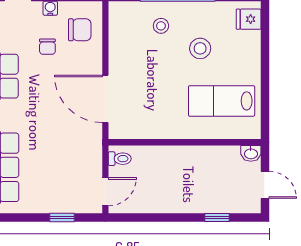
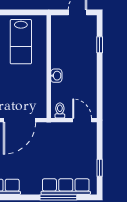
washbasin: (251, 153) -> (56, 76), moved
window: (62, 217) -> (100, 168), moved

